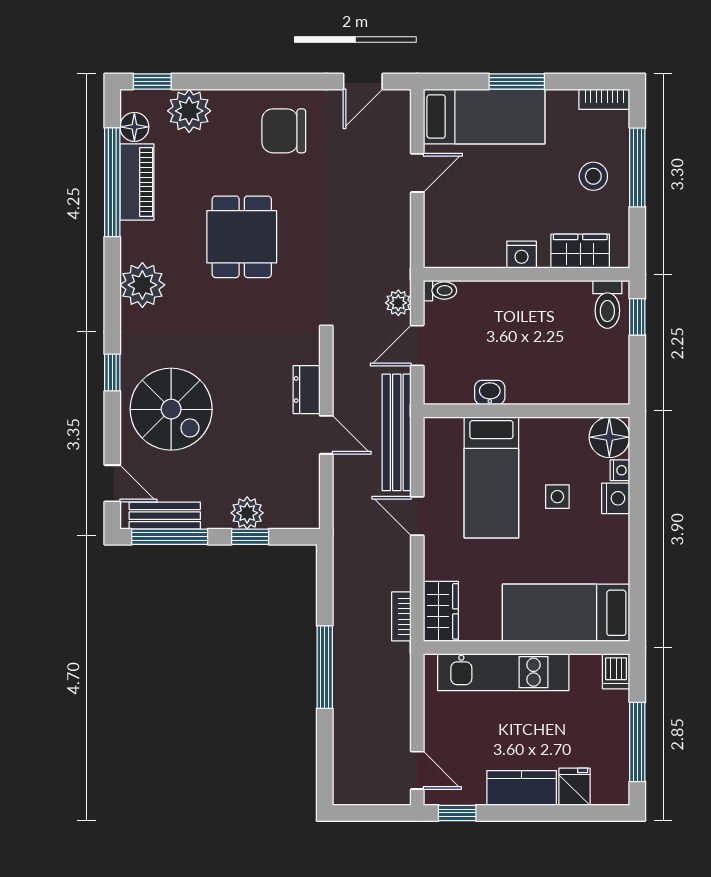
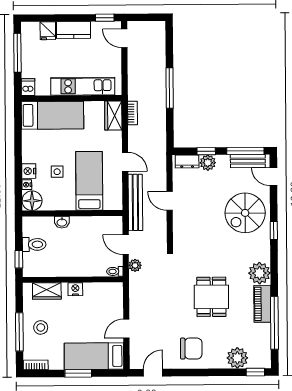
floor lamp: (134, 127) -> (264, 350), removed
piano: (137, 182) -> (262, 304), moved
toilet: (607, 304) -> (34, 244), moved, turned 90
door: (417, 346) -> (126, 245), swing flipped
dresser: (307, 390) -> (187, 162), moved, turned 90
washbasin: (490, 393) -> (62, 222), moved
spiral stairs: (171, 409) -> (245, 213), turned -90

